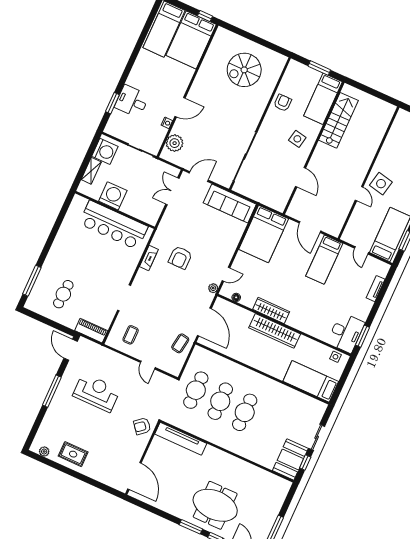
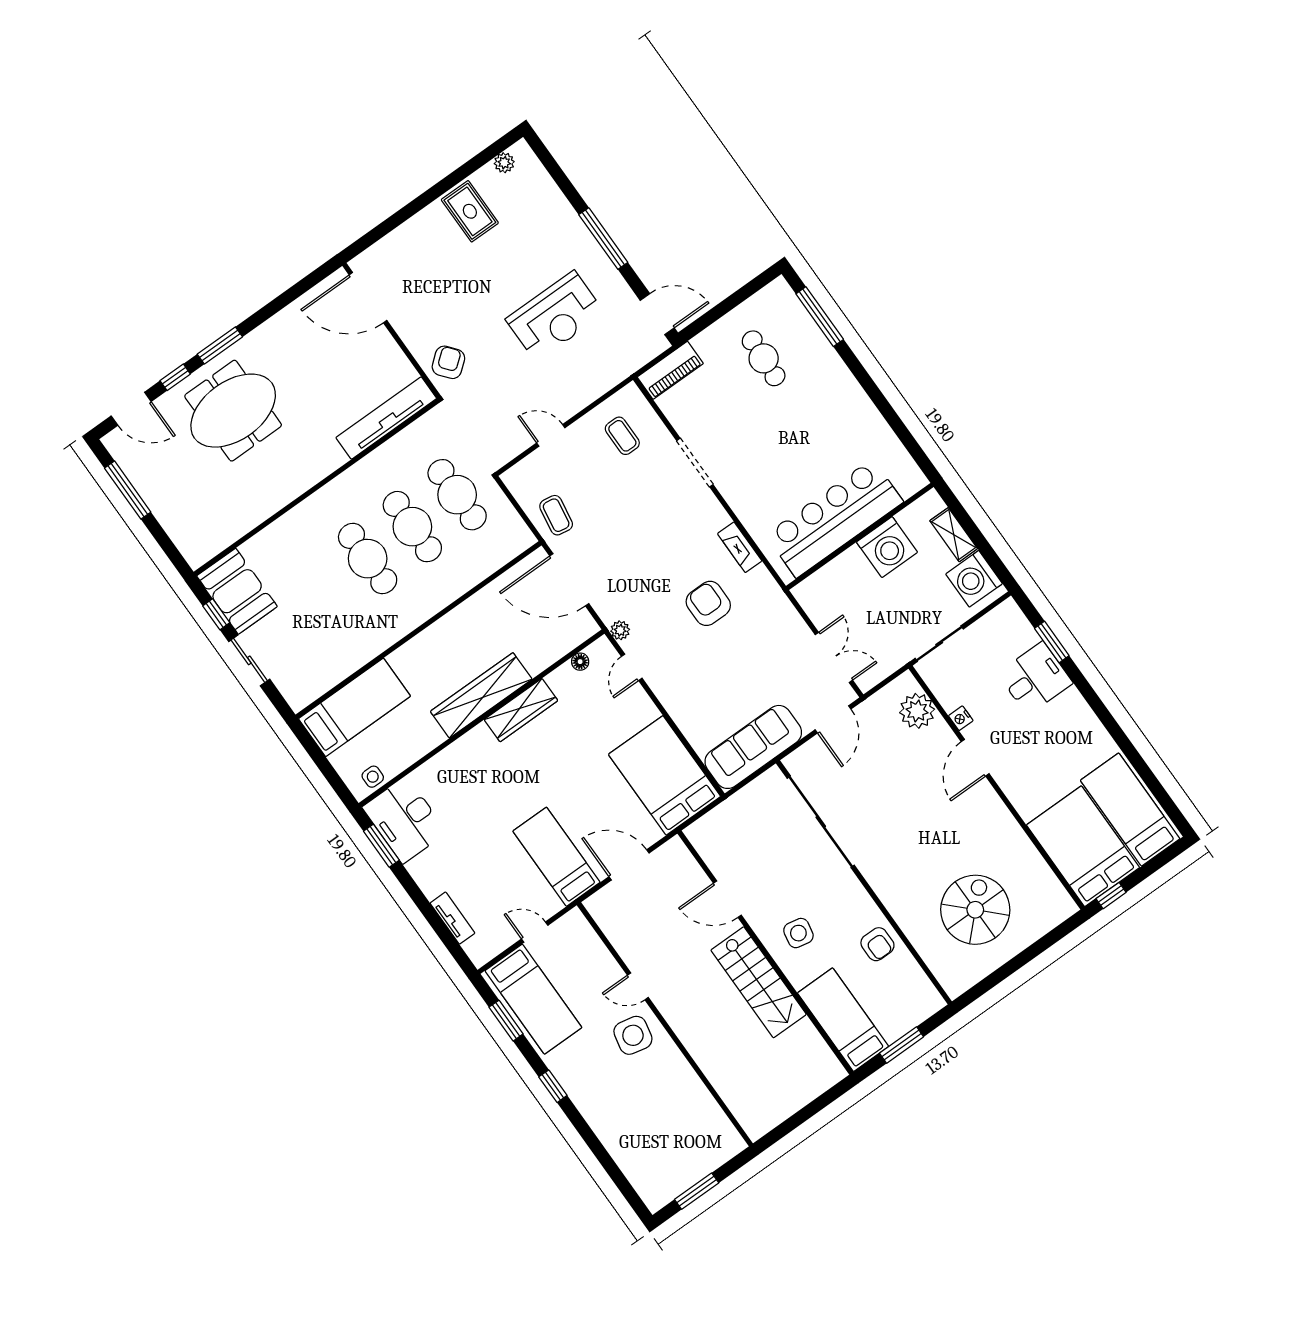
stairs: (338, 120) -> (759, 982), moved
rug: (73, 454) -> (470, 211), turned 90

